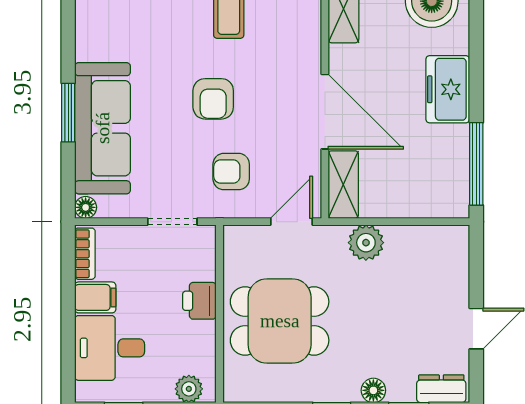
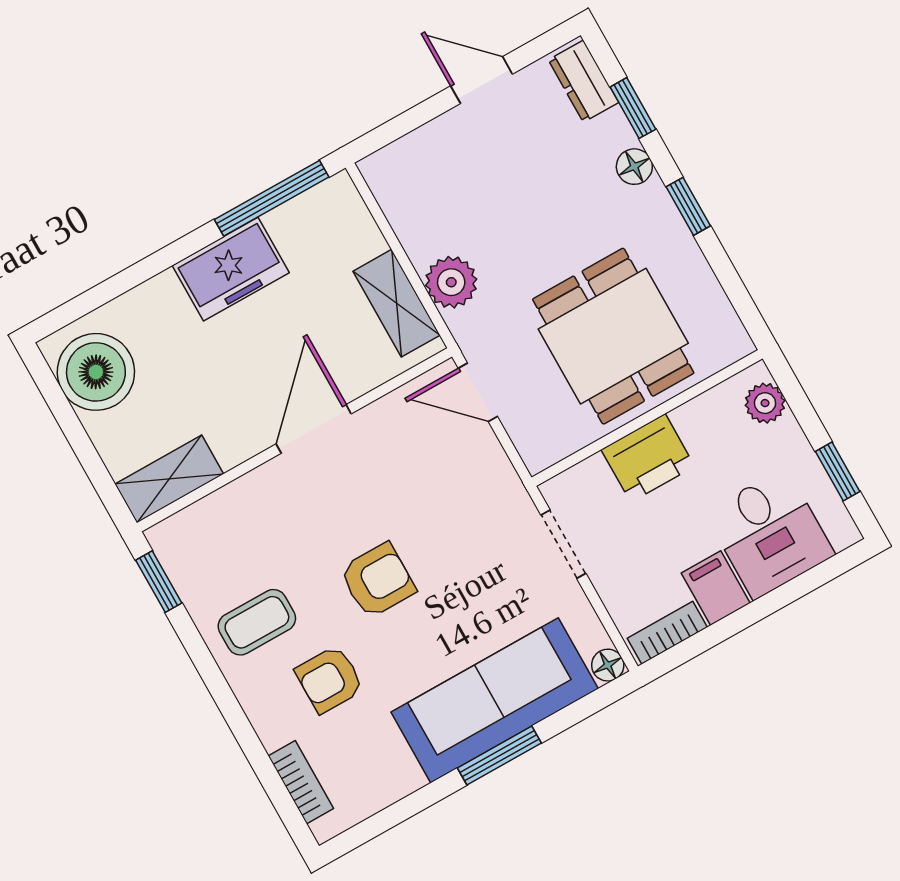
freezer: (448, 89) -> (231, 269), moved
door: (325, 112) -> (314, 429), width x0.73
armchair: (231, 172) -> (330, 679), moved, turned 90
shelving: (343, 185) -> (397, 303), moved, turned 90
printer: (199, 301) -> (648, 458), width x1.36, depth x1.24

